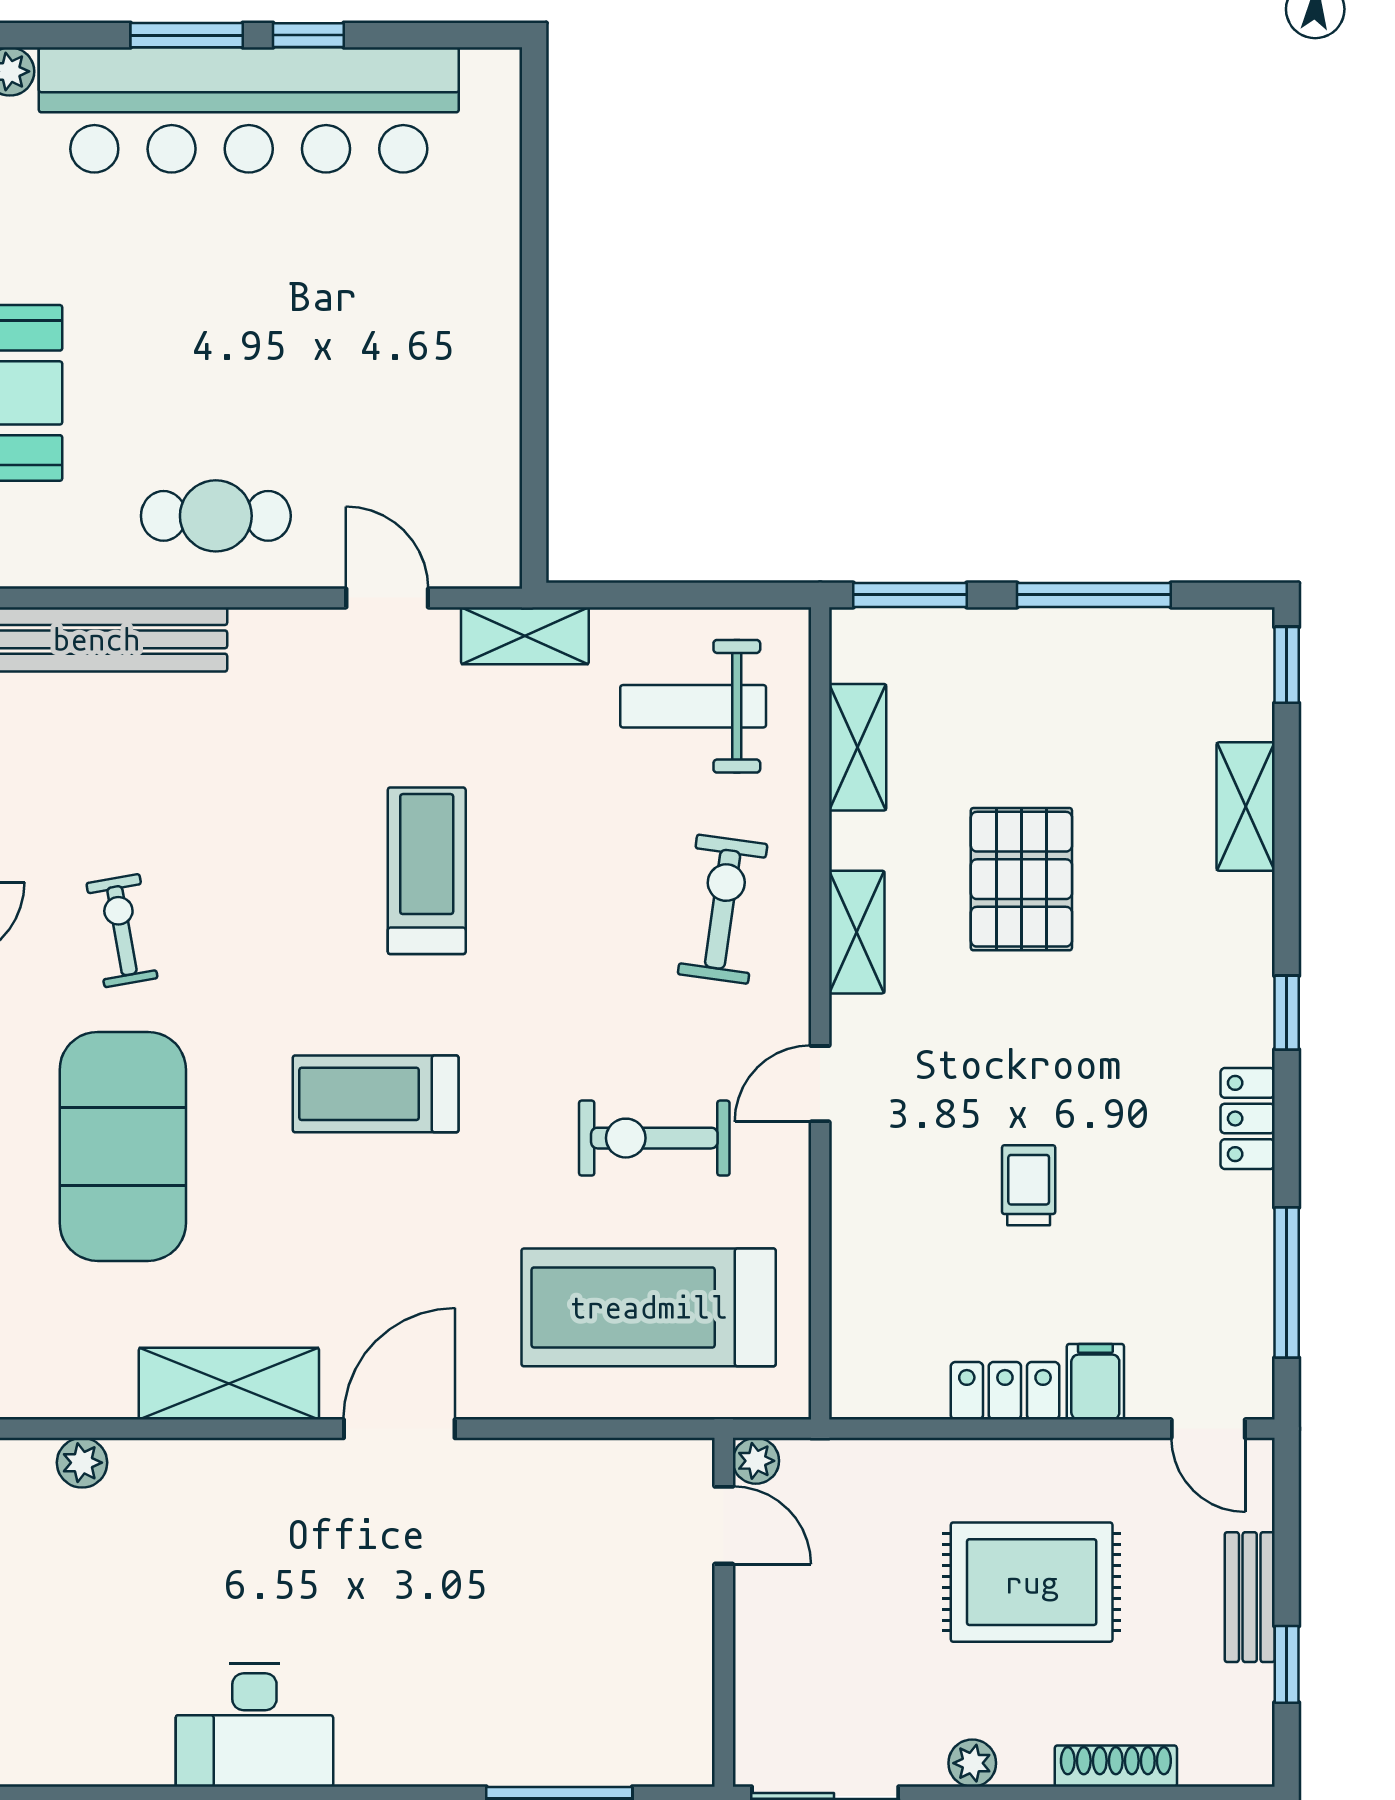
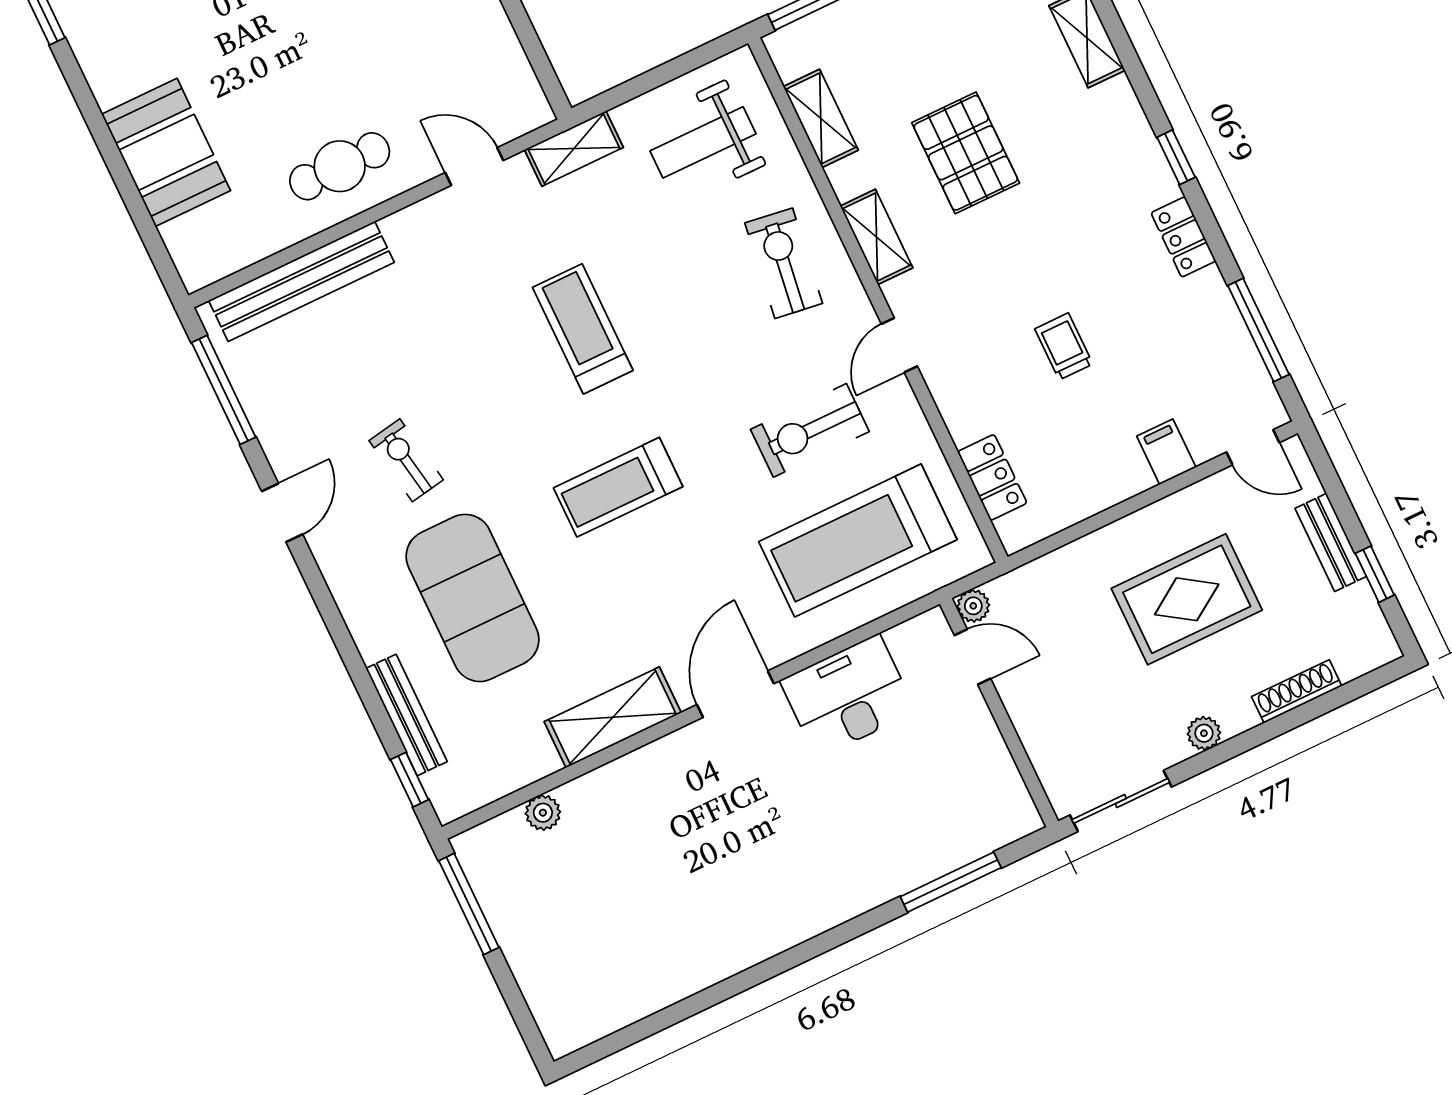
locker: (1005, 1391) -> (992, 477), moved, turned 90
desk: (254, 1725) -> (848, 696), moved, turned 180

